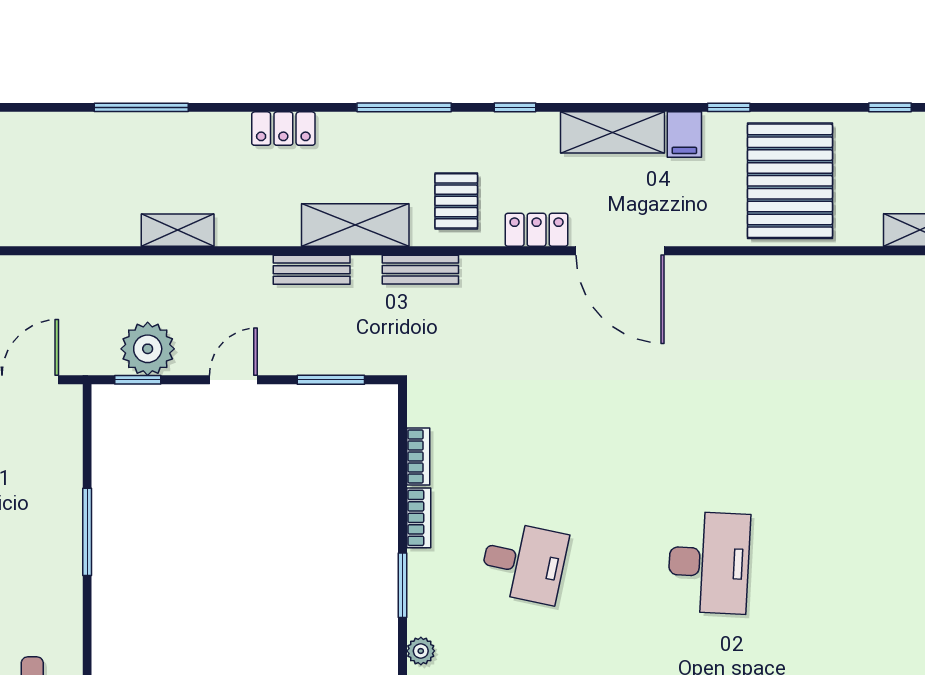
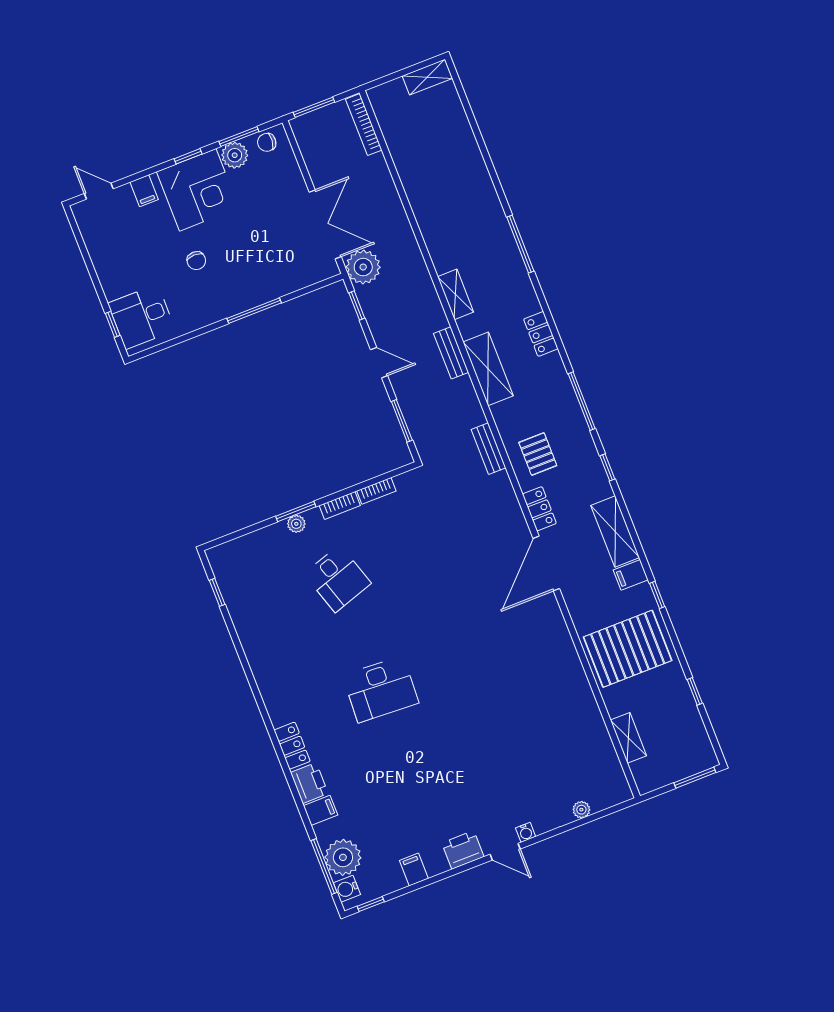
pallet: (456, 201) -> (538, 454), turned 90
shelving: (355, 225) -> (488, 369), moved
bench: (312, 270) -> (451, 353), moved
plant: (148, 349) -> (363, 267), moved
desk: (524, 563) -> (338, 579), turned -30
plant: (421, 651) -> (296, 524), moved

